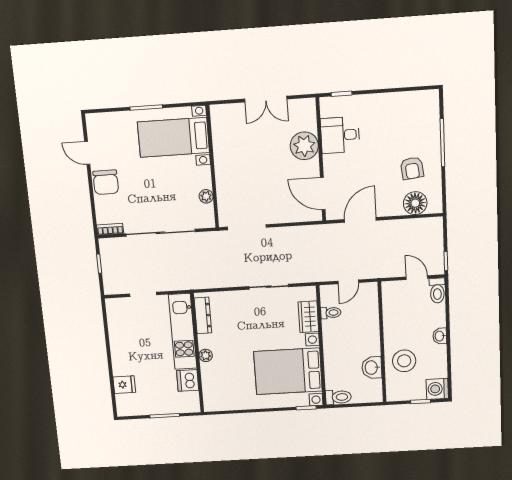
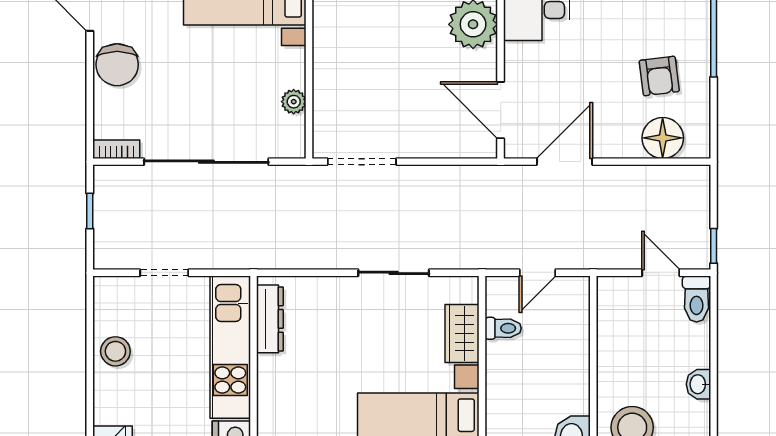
stool: (121, 337) -> (115, 351), added
plant: (206, 355) -> (269, 395), removed

